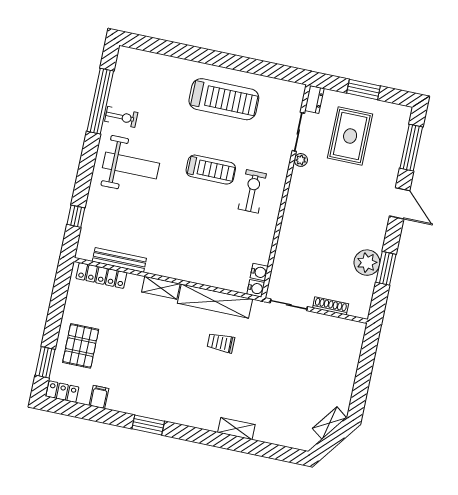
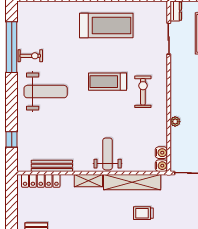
plant: (301, 160) -> (175, 122), moved
treadmill: (211, 170) -> (108, 82), turned 180
weight bench: (192, 260) -> (108, 154), added

